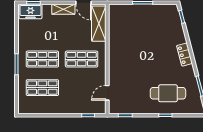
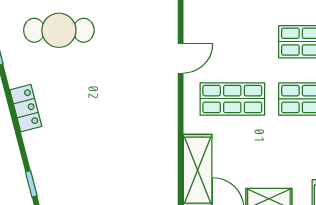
door: (107, 93) -> (181, 58), moved

